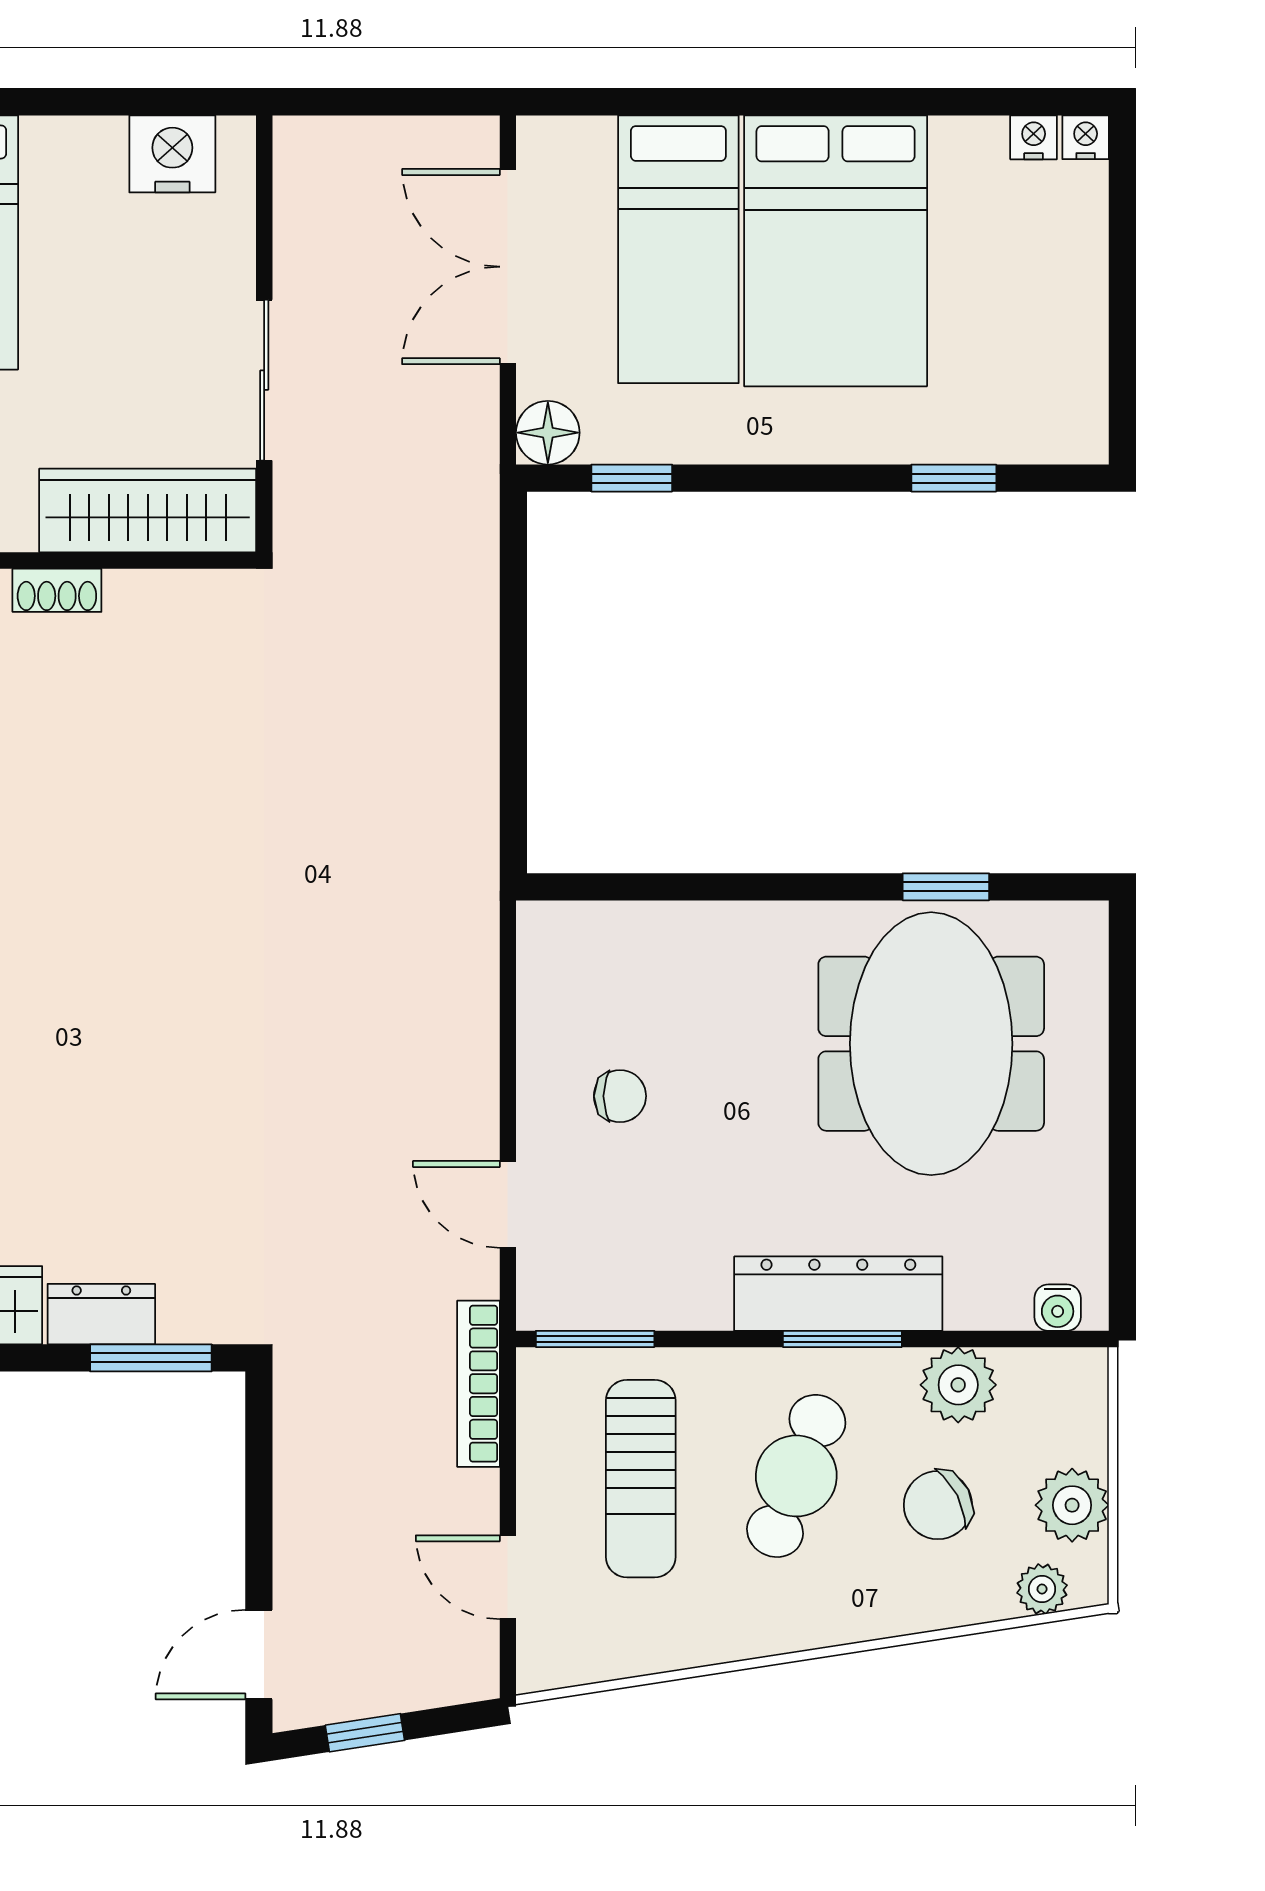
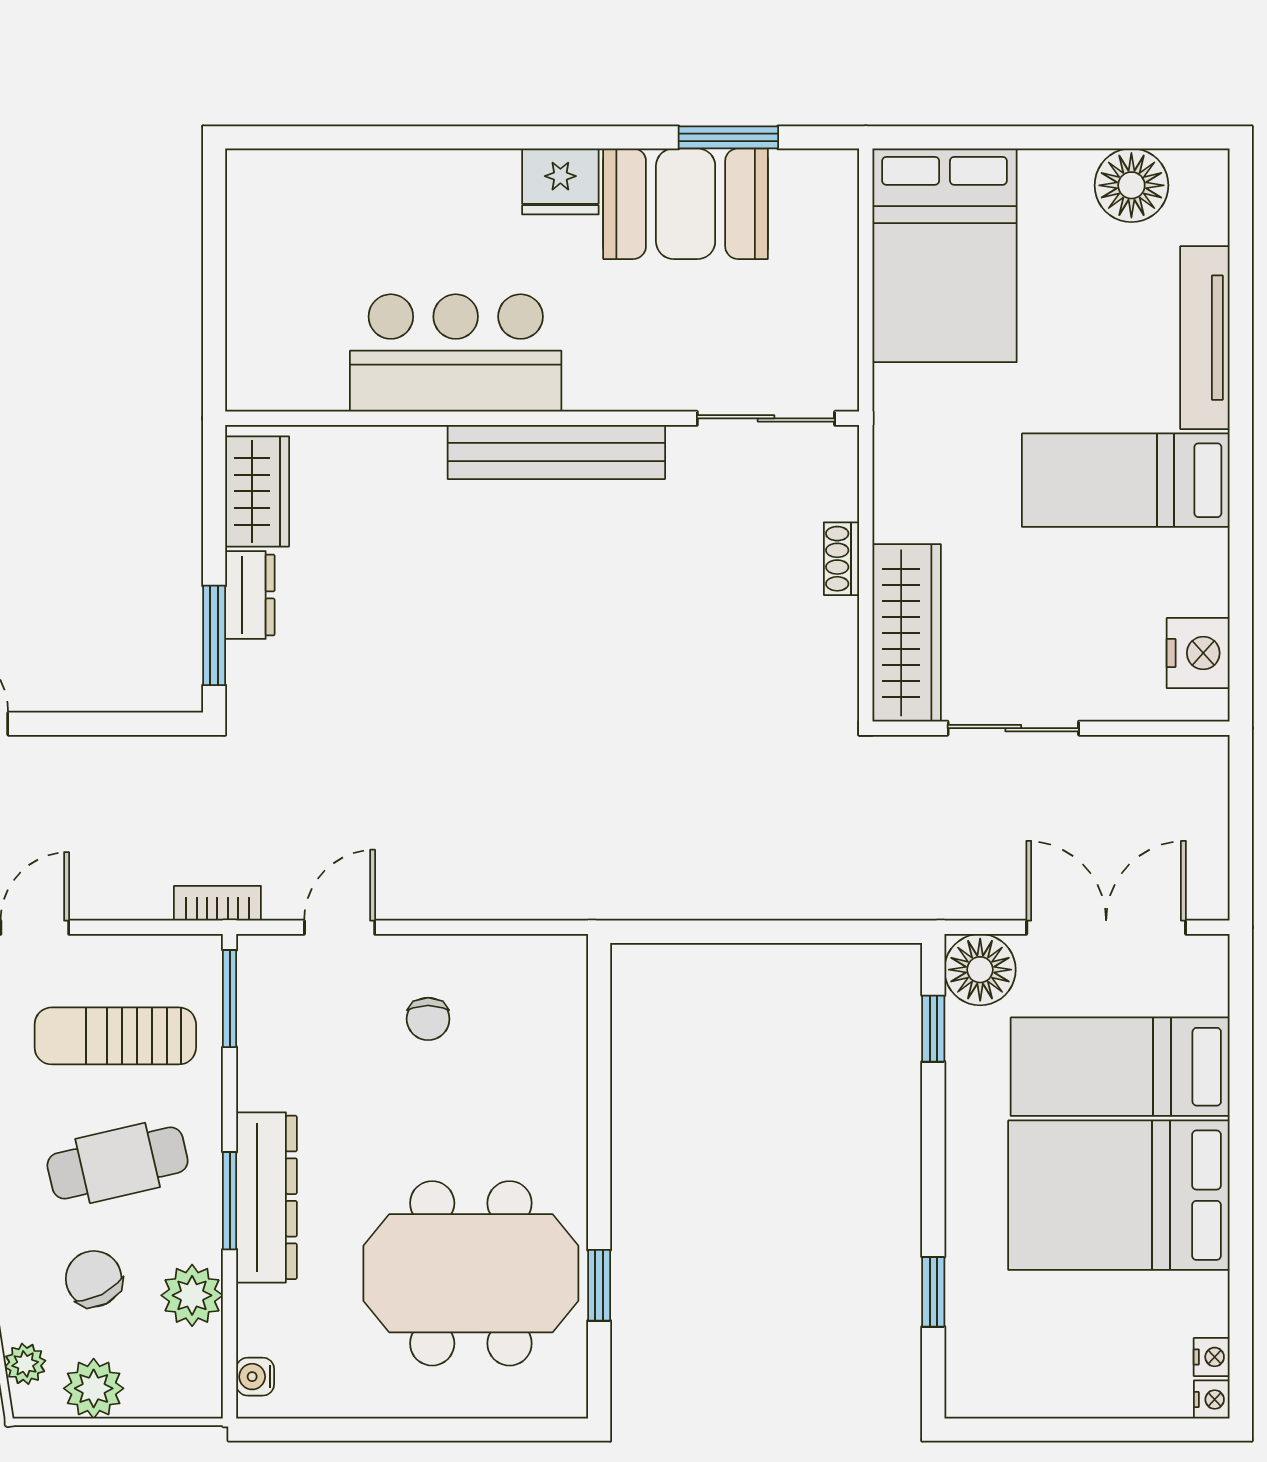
floor lamp: (548, 433) -> (980, 970), width x1.38, depth x1.38
bookcase: (478, 1384) -> (217, 903), width x0.64
cafe table: (796, 1476) -> (118, 1163), turned -34

